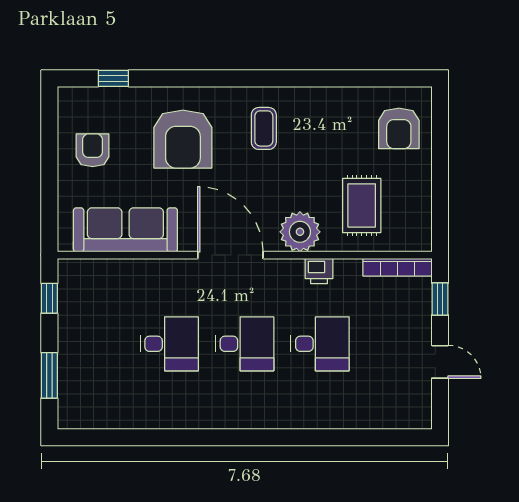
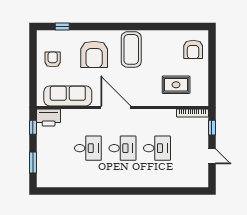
coffee table: (264, 128) -> (131, 49), width x1.86, depth x1.72
rug: (362, 205) -> (176, 85), turned 90
plant: (300, 232) -> (148, 97), removed
printer: (319, 271) -> (49, 118), moved, width x1.87, depth x1.48

